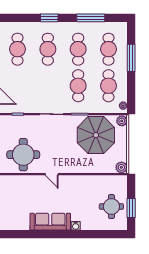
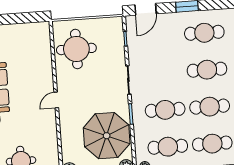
door: (52, 174) -> (56, 100), moved

